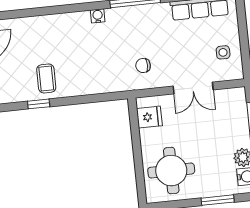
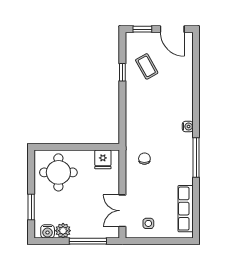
coffee table: (46, 78) -> (147, 66), moved, turned 61
double door: (193, 88) -> (122, 211), moved

